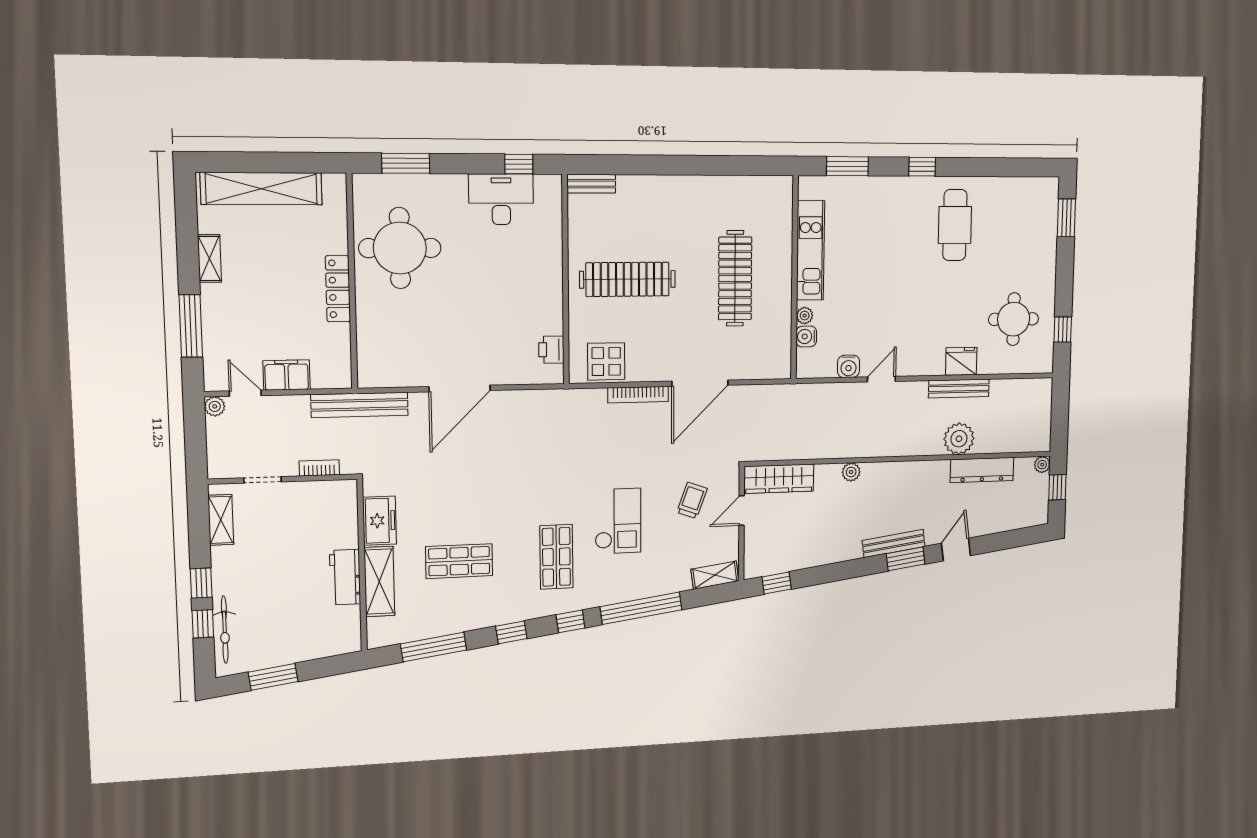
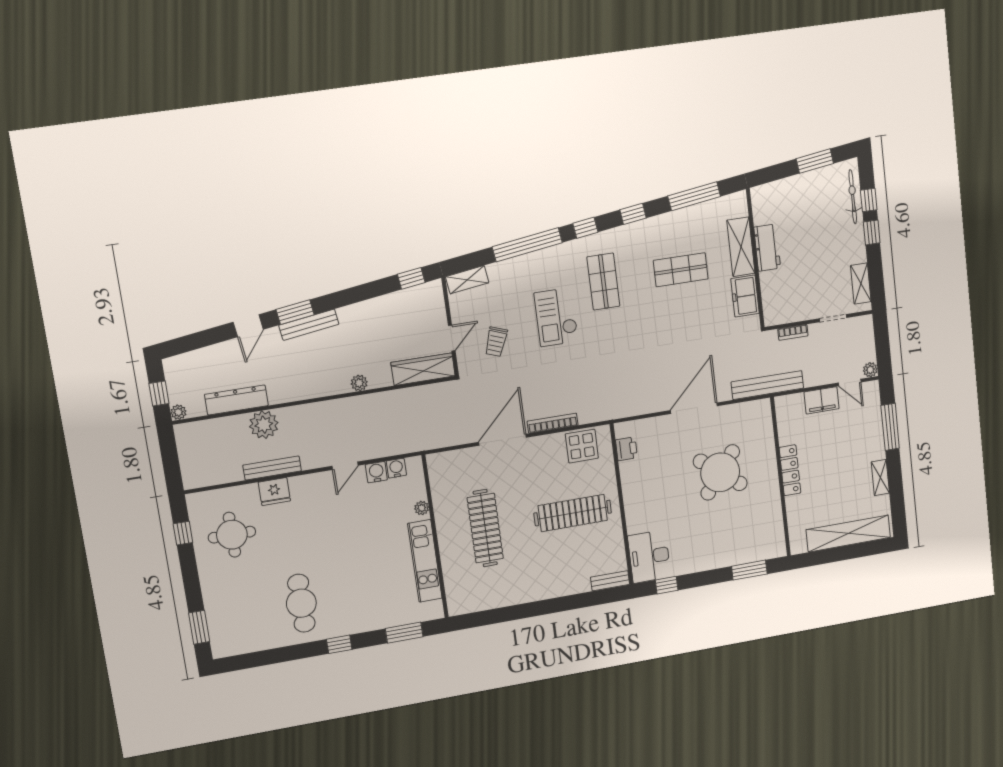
desk: (501, 199) -> (649, 557), moved, turned 90
round table: (400, 248) -> (720, 472), moved, turned 38
water cooler: (806, 336) -> (396, 468), moved, turned -90

